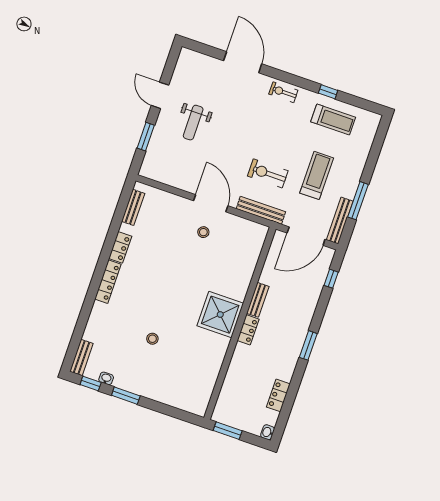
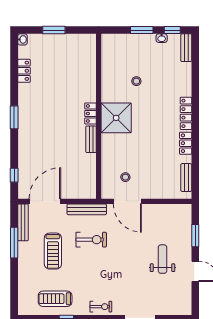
bench: (258, 300) -> (91, 139), moved
shower: (220, 315) -> (116, 118), moved
wall: (240, 323) -> (99, 116), moved
locker: (248, 330) -> (90, 113), moved

